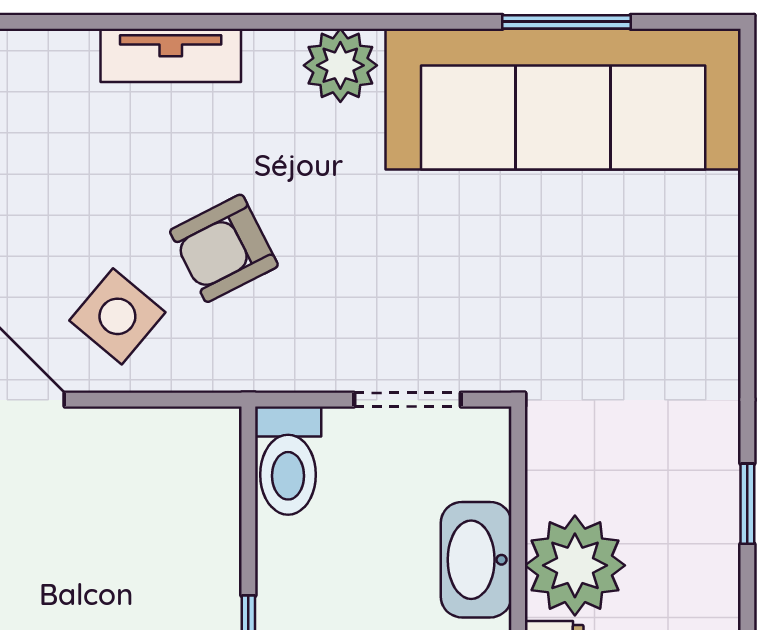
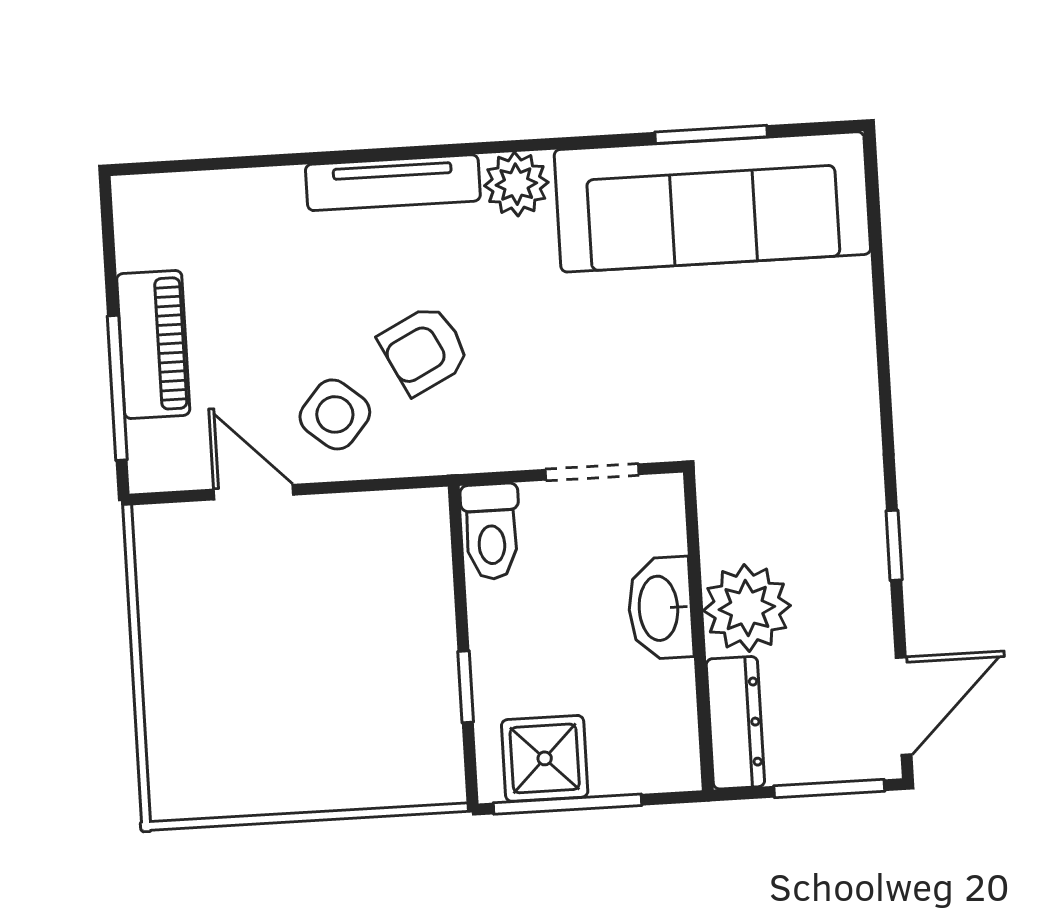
tv unit: (171, 55) -> (393, 183), width x1.41

